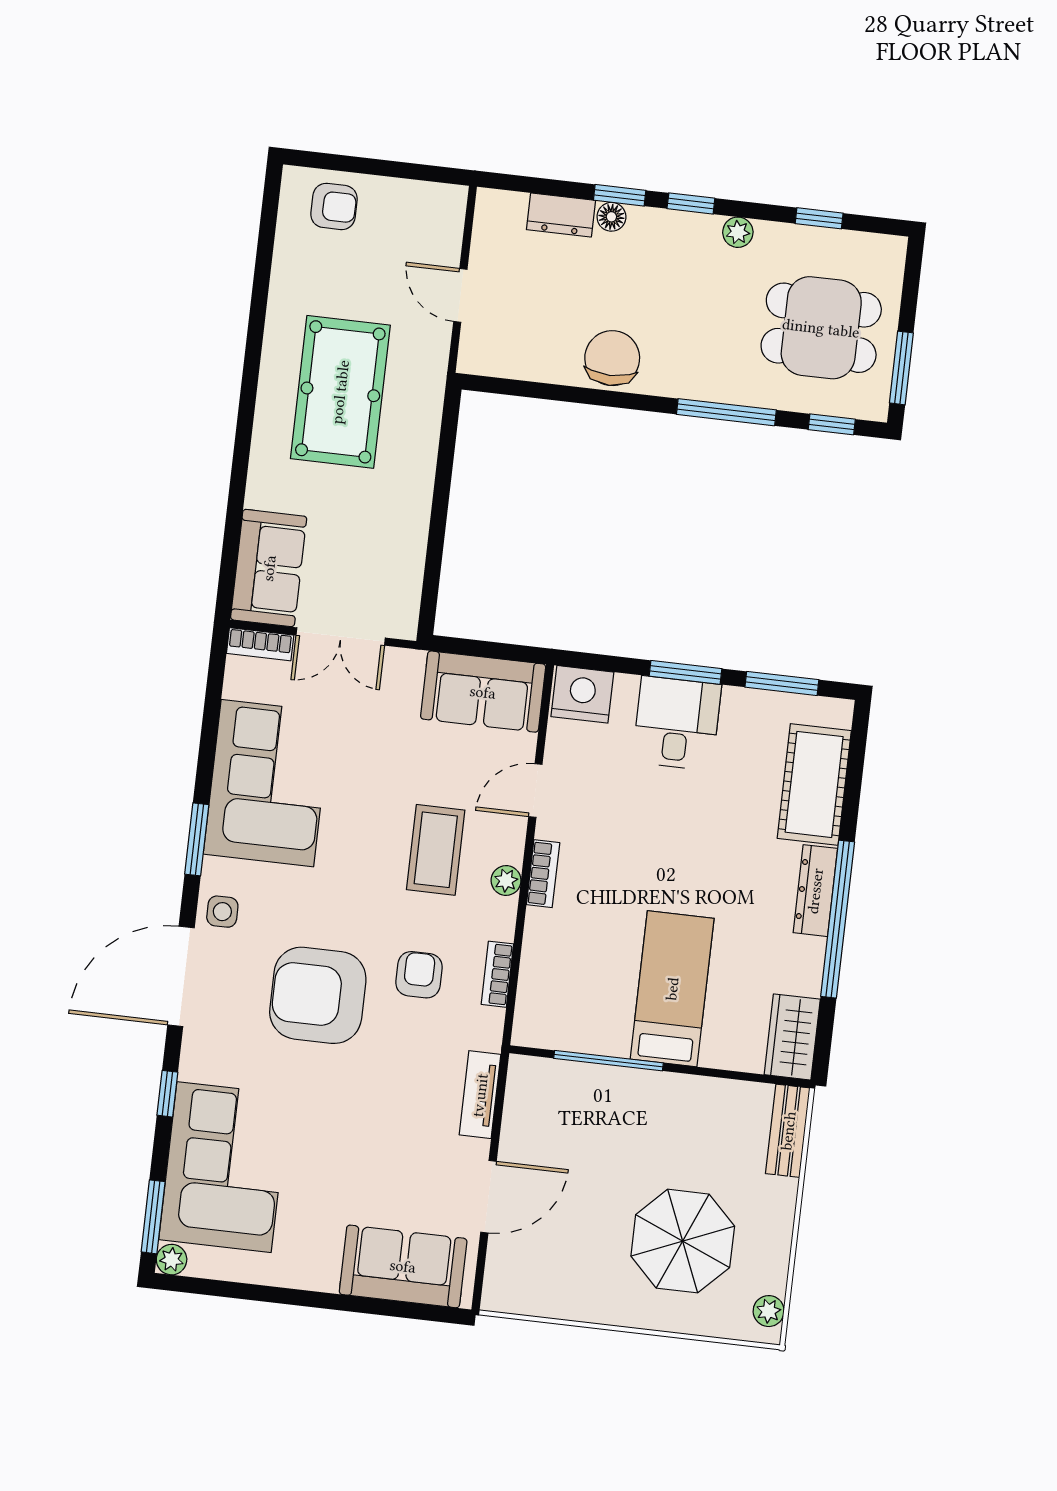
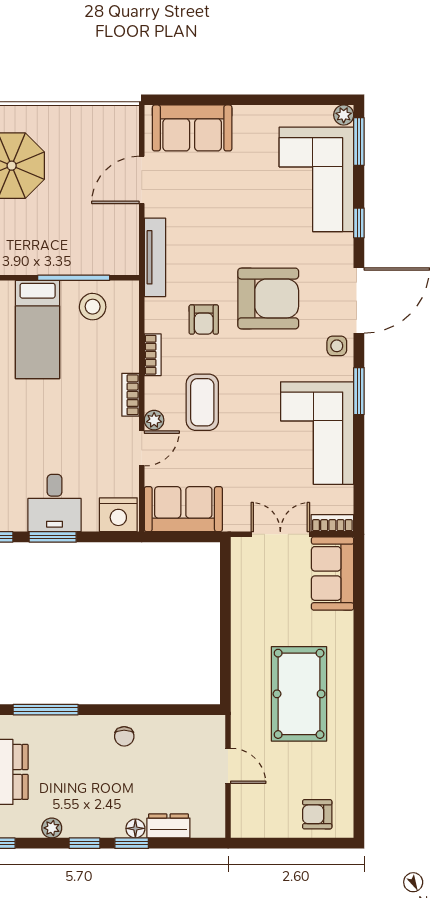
chair: (612, 358) -> (124, 736), width x0.54, depth x0.54
plant: (506, 880) -> (154, 420), moved
bookcase: (497, 974) -> (153, 355), moved
stool: (585, 1014) -> (93, 307), added
tv unit: (480, 1095) -> (155, 257), width x1.41

